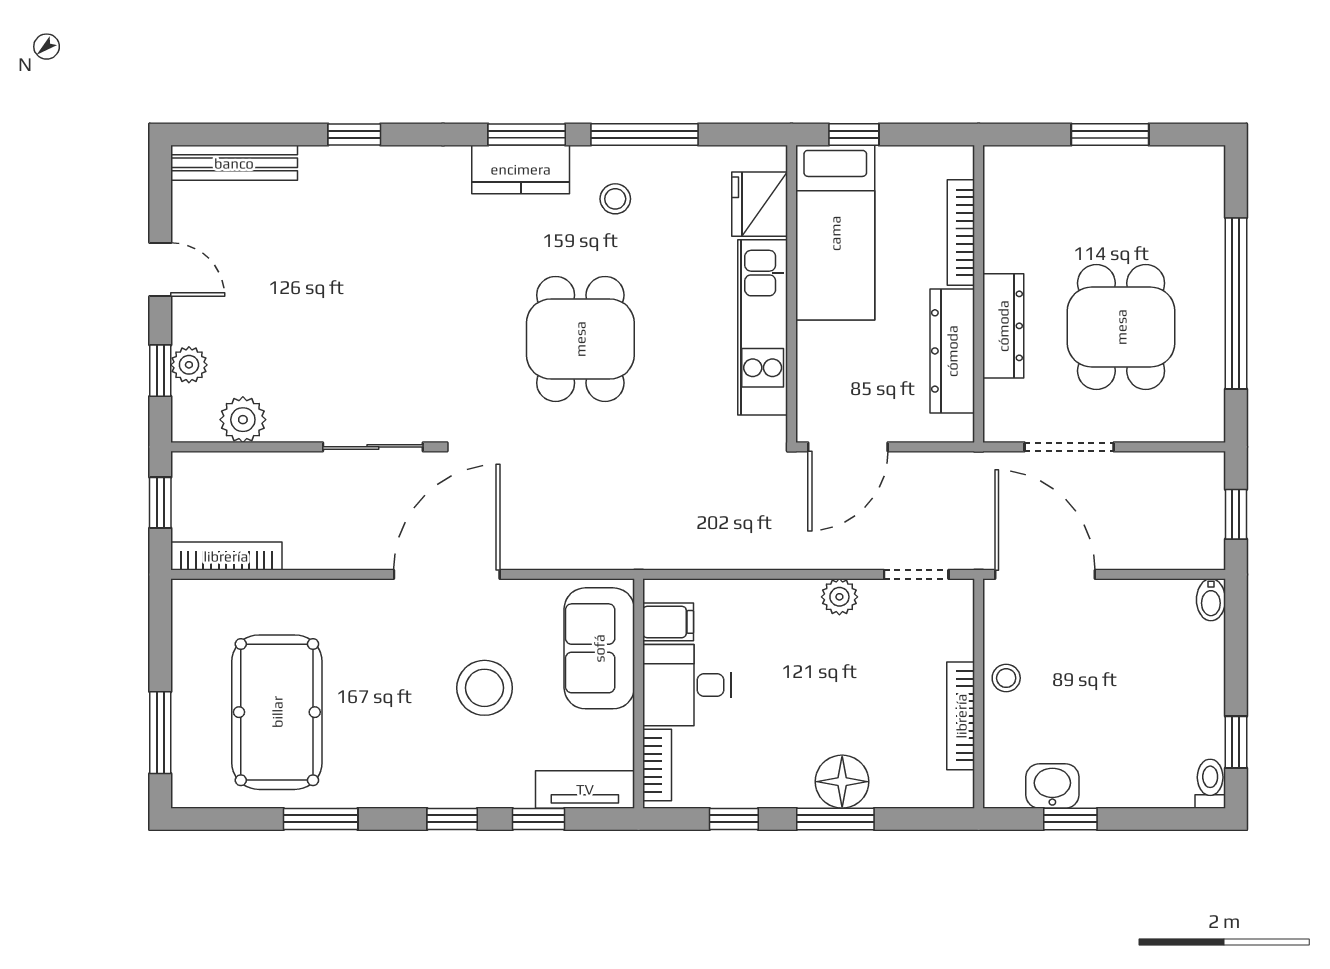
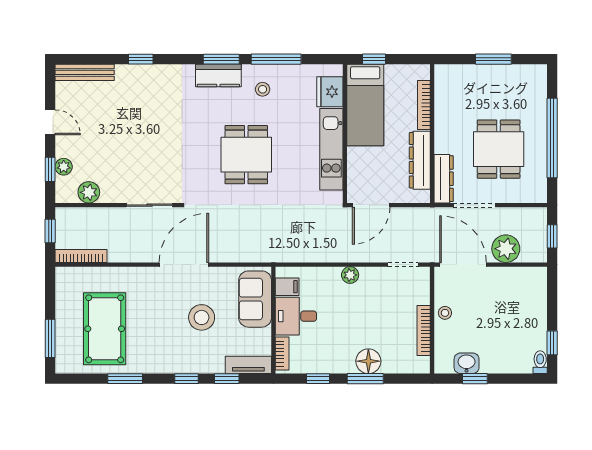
dresser: (1003, 326) -> (444, 179), moved
plant: (1137, 540) -> (506, 249), added
plant: (839, 597) -> (350, 275), moved
bidet: (1211, 600) -> (541, 276), removed

